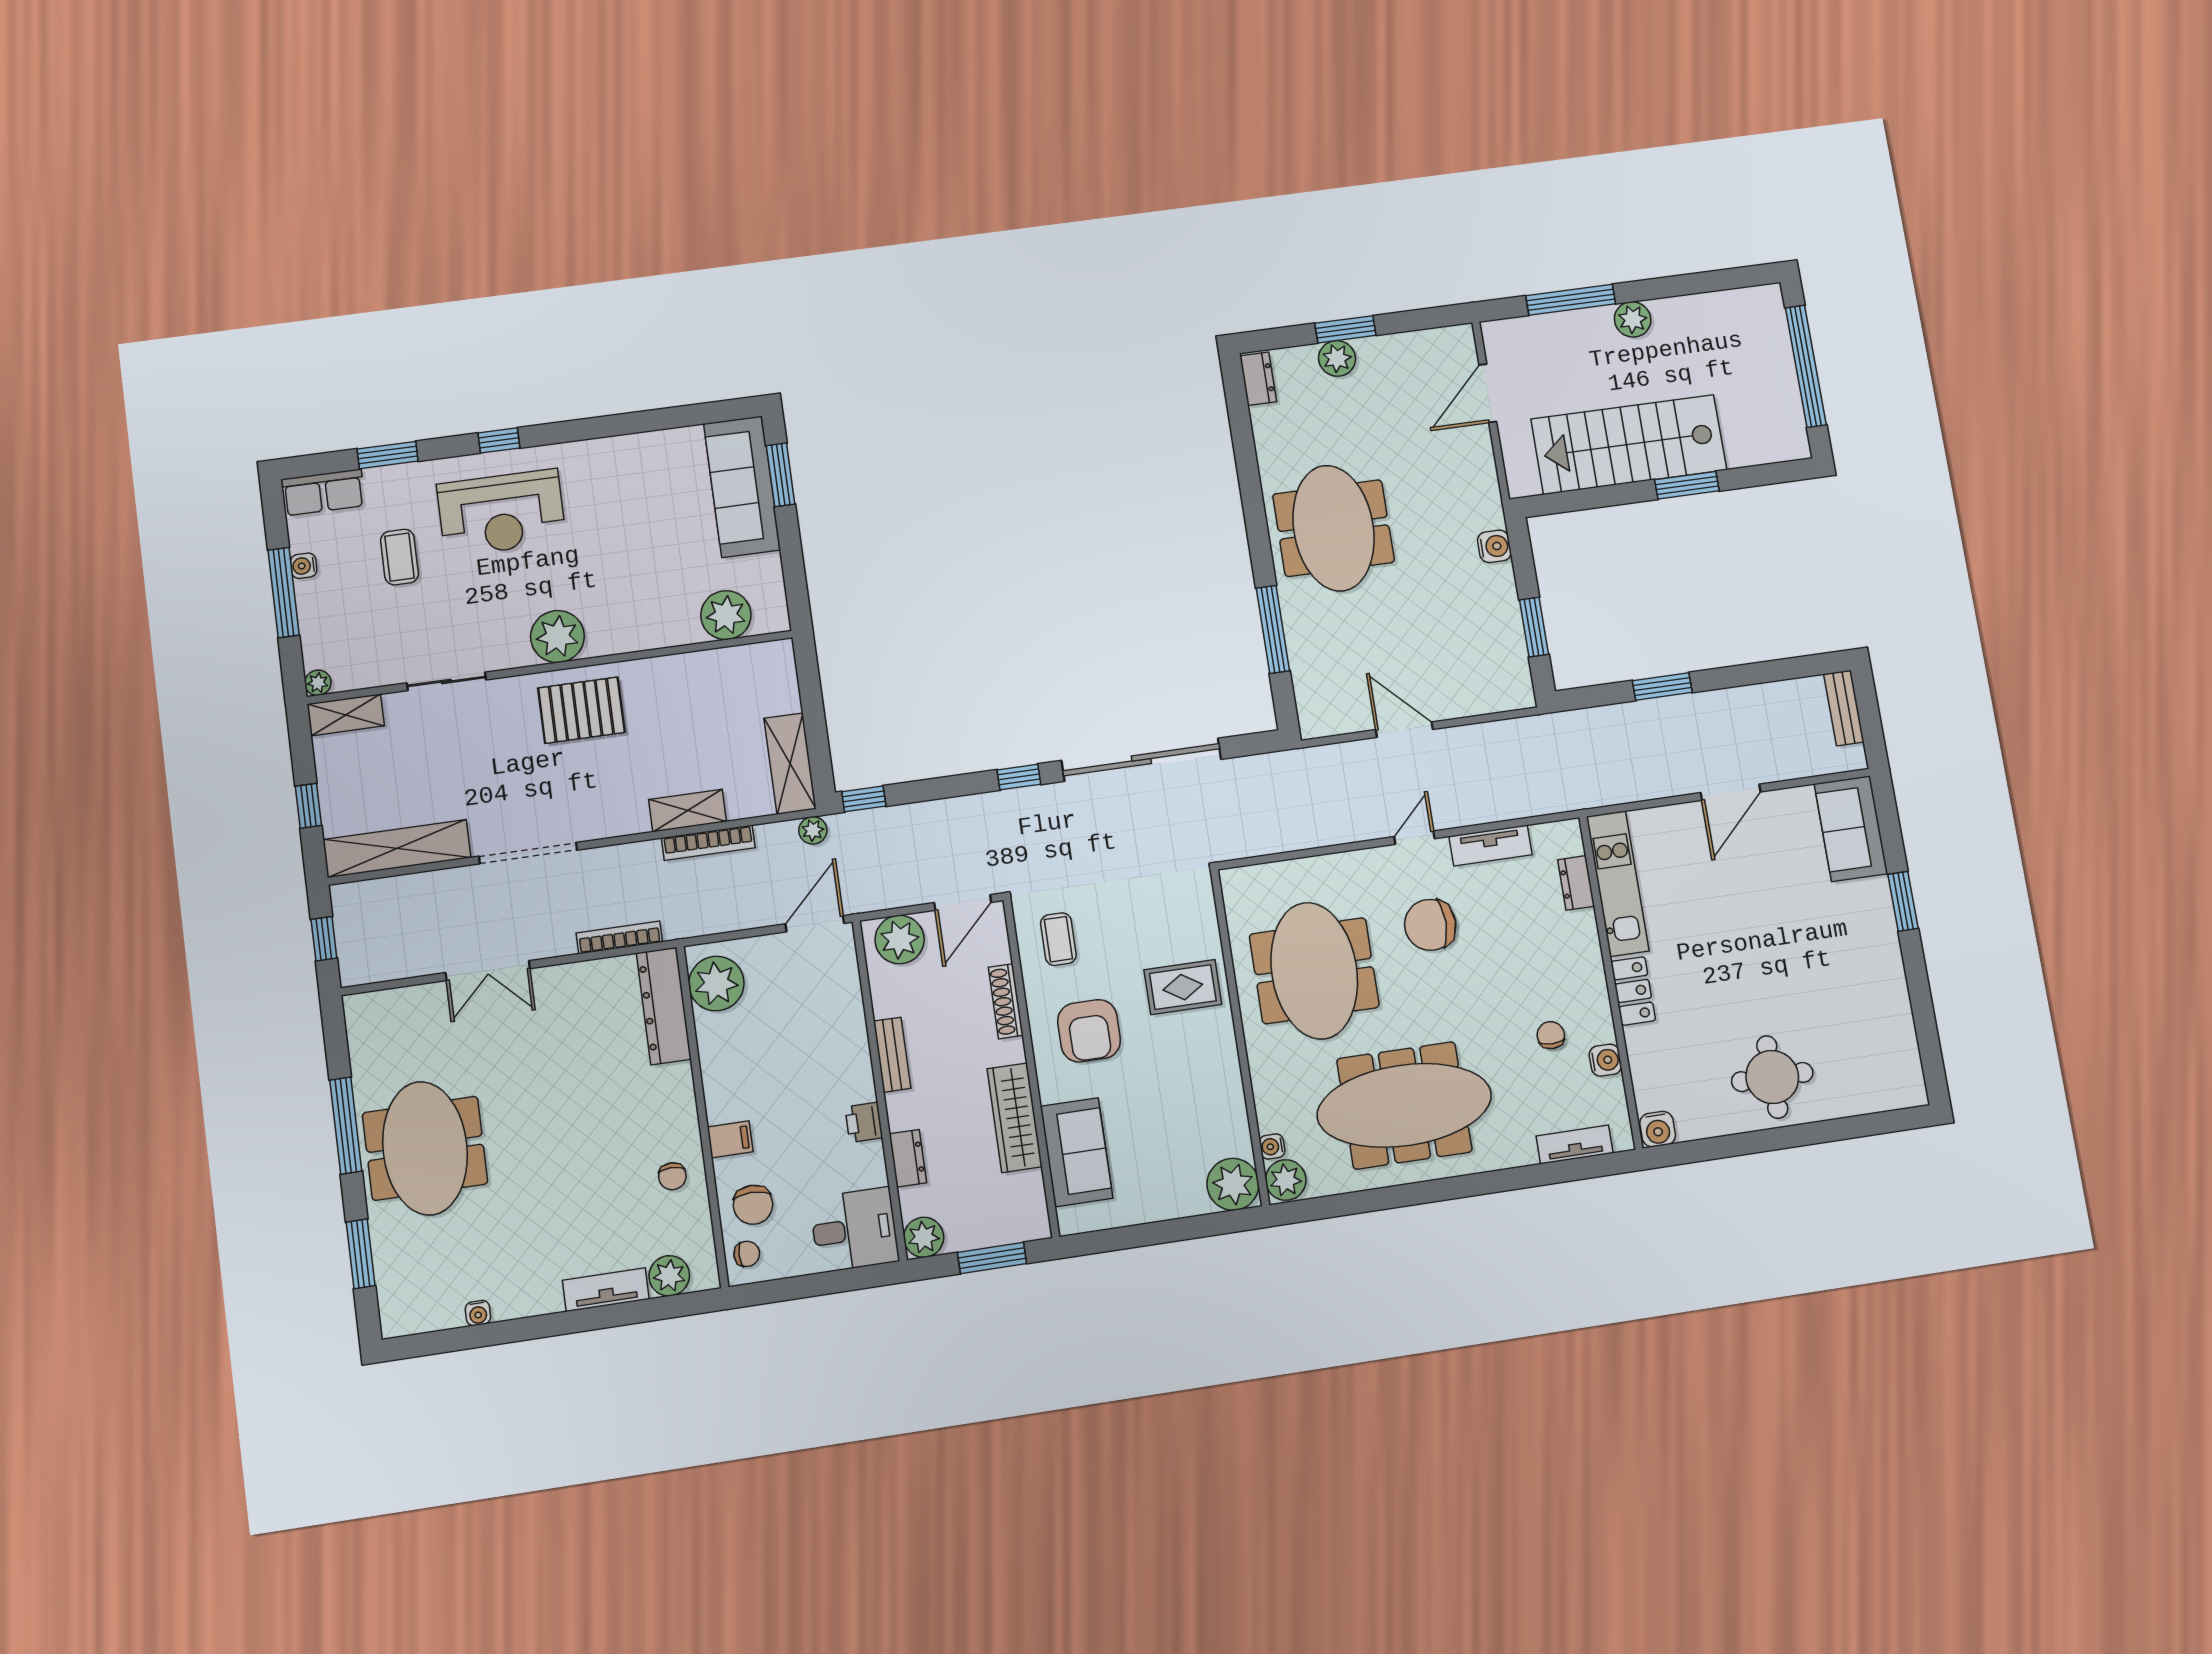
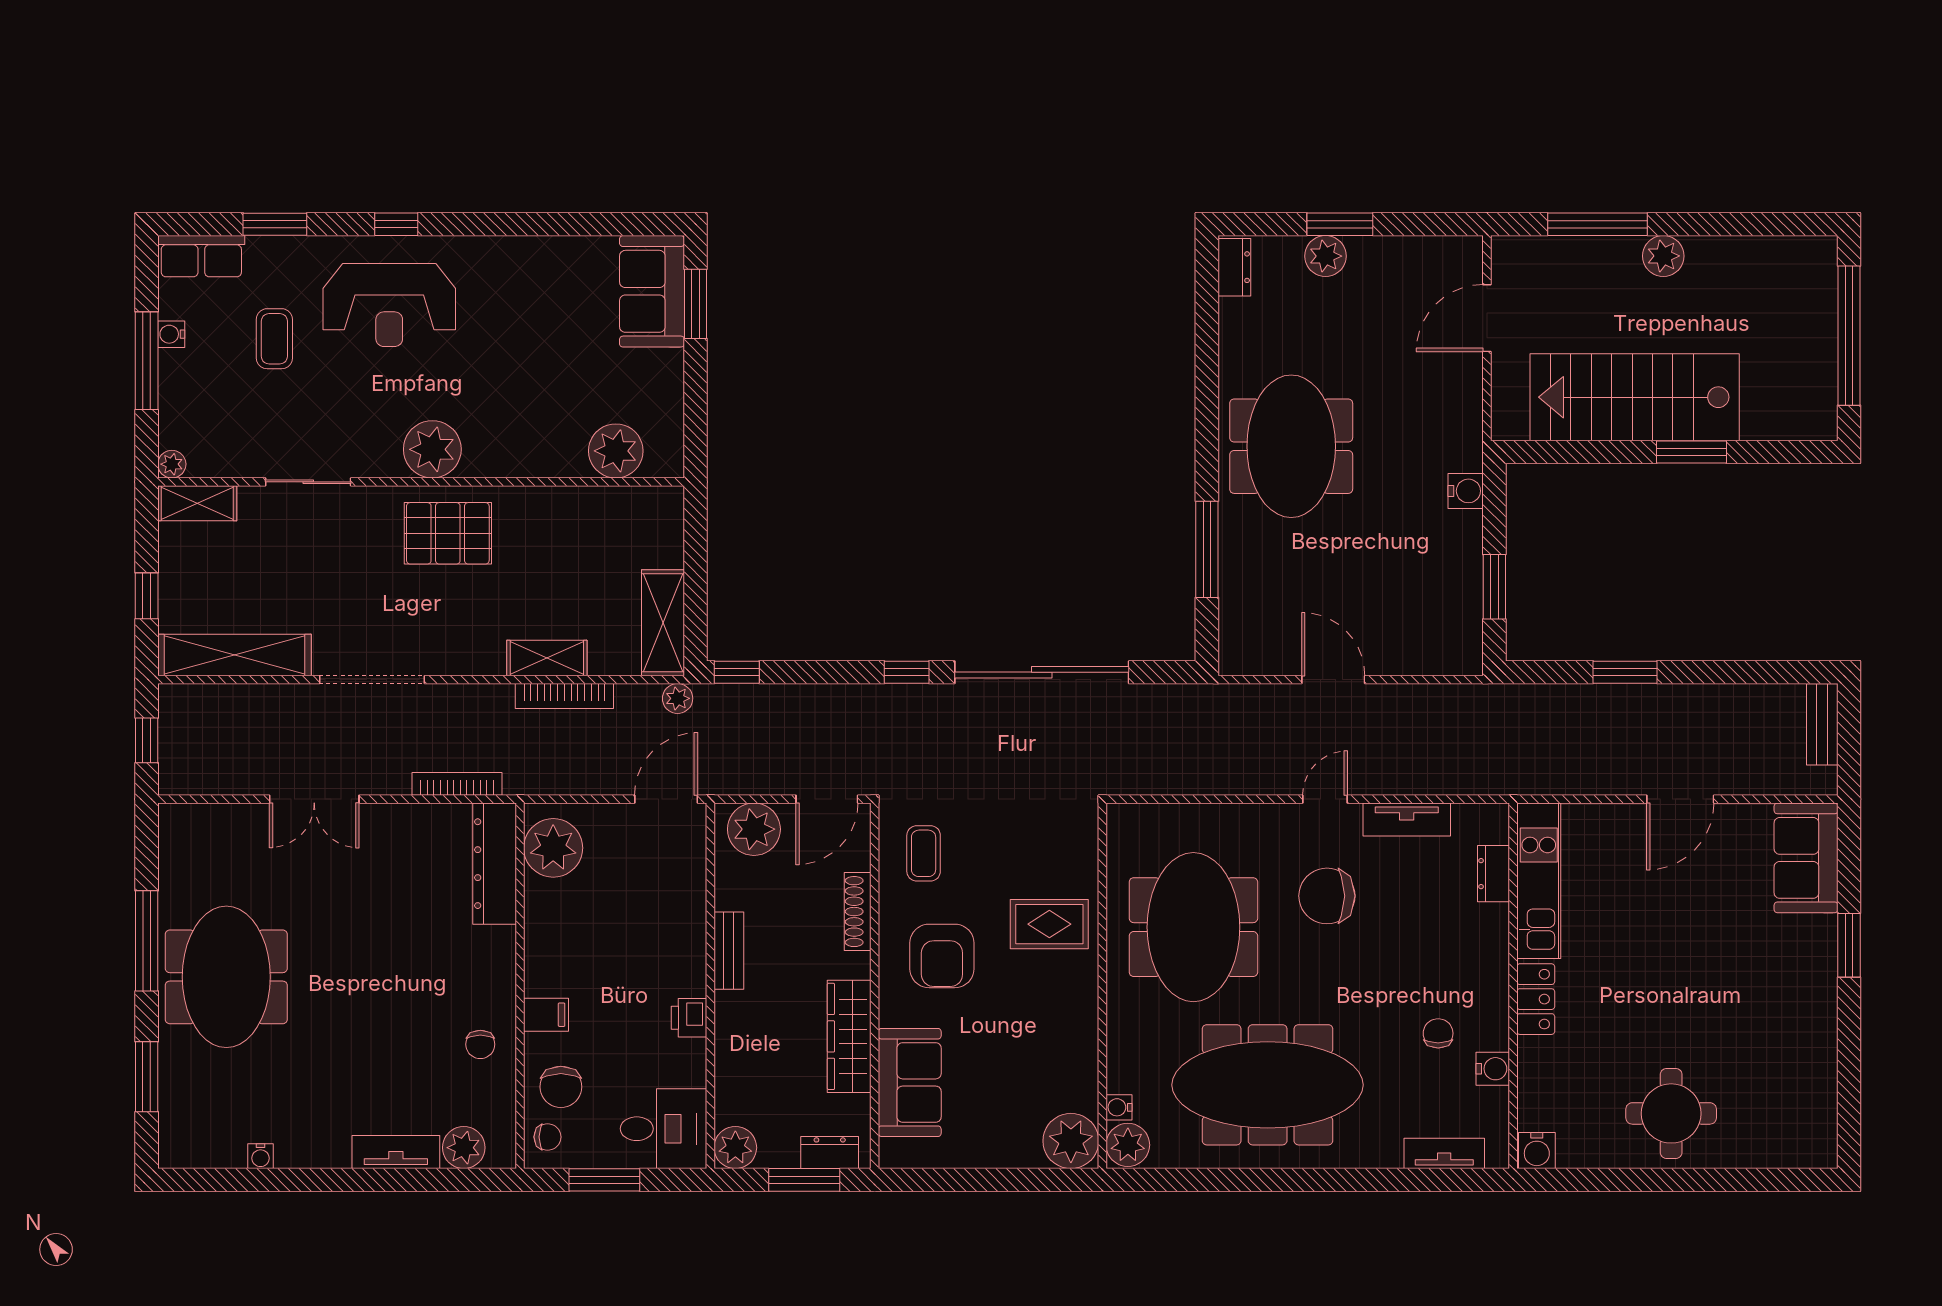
sofa: (742, 487) -> (652, 291), width x0.73
dresser: (908, 1158) -> (830, 1153), moved, turned -90
window: (805, 1286) -> (604, 1180), added

